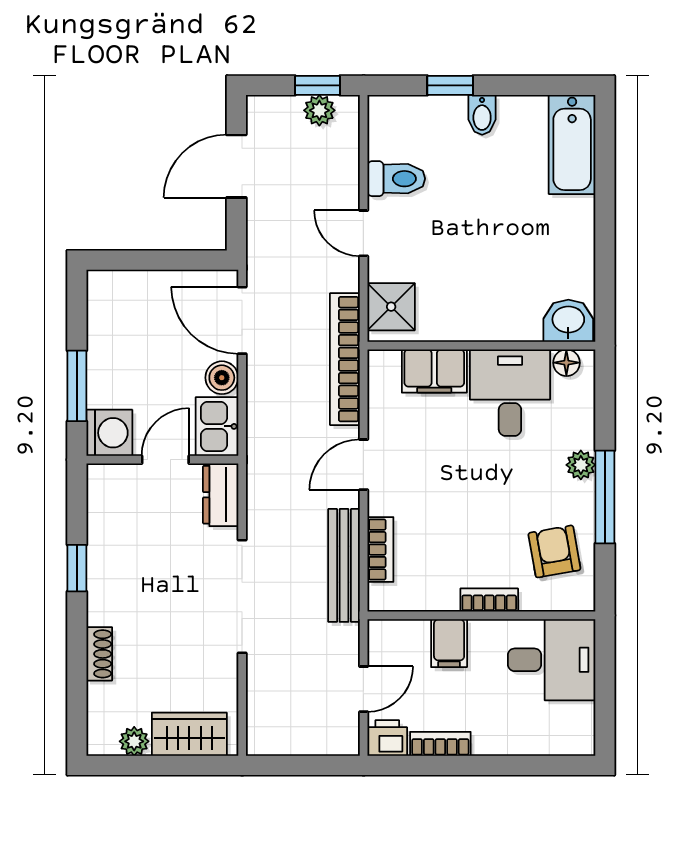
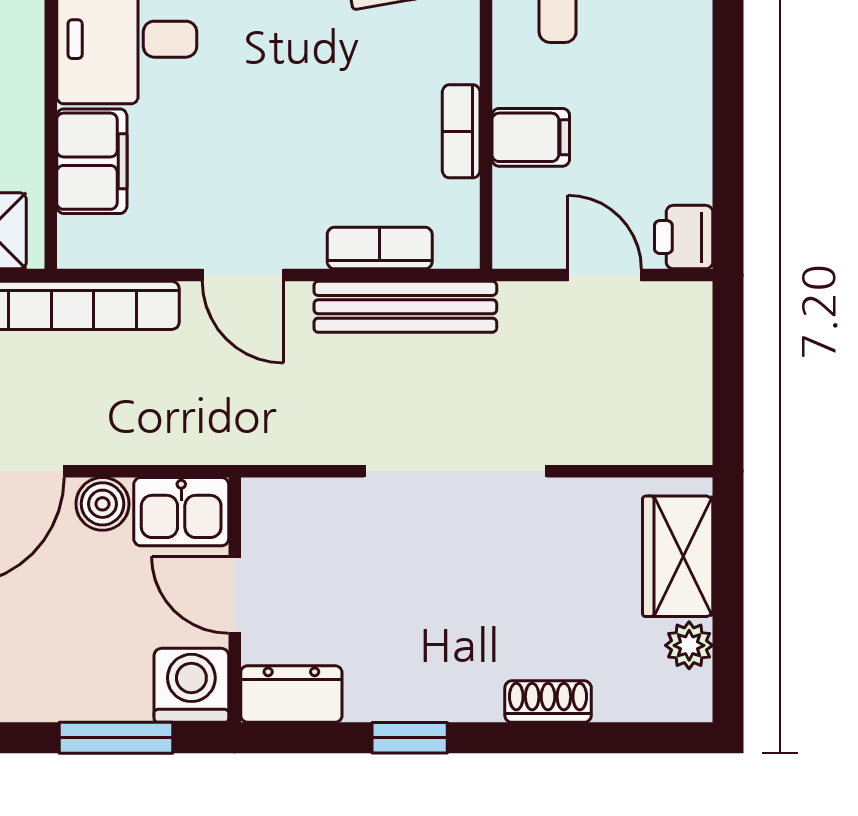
dresser: (221, 495) -> (291, 694), moved, turned 180
bookcase: (489, 600) -> (461, 131), moved
bookcase: (440, 744) -> (693, 151), removed

